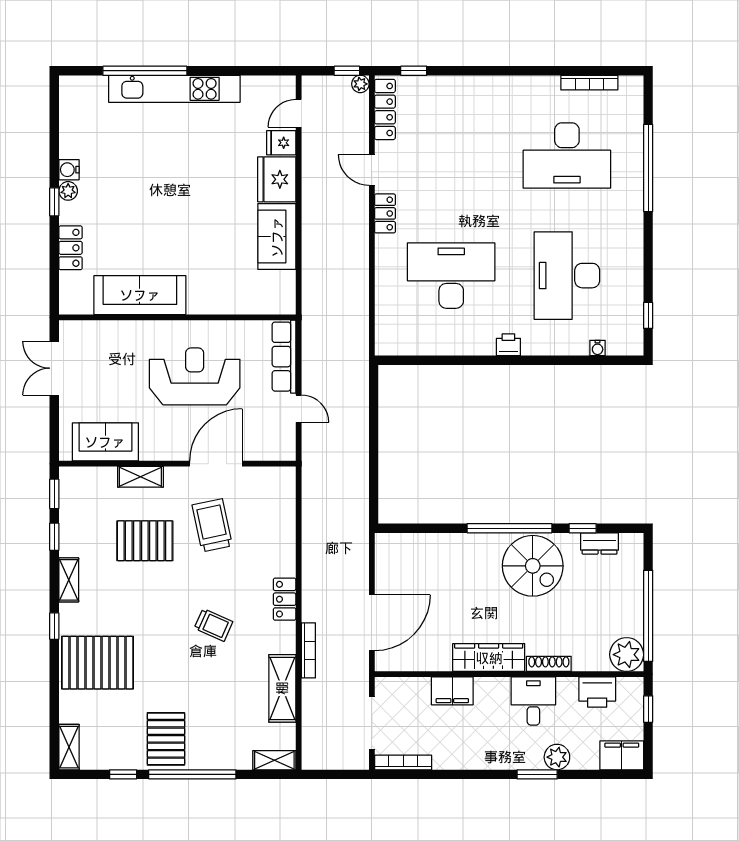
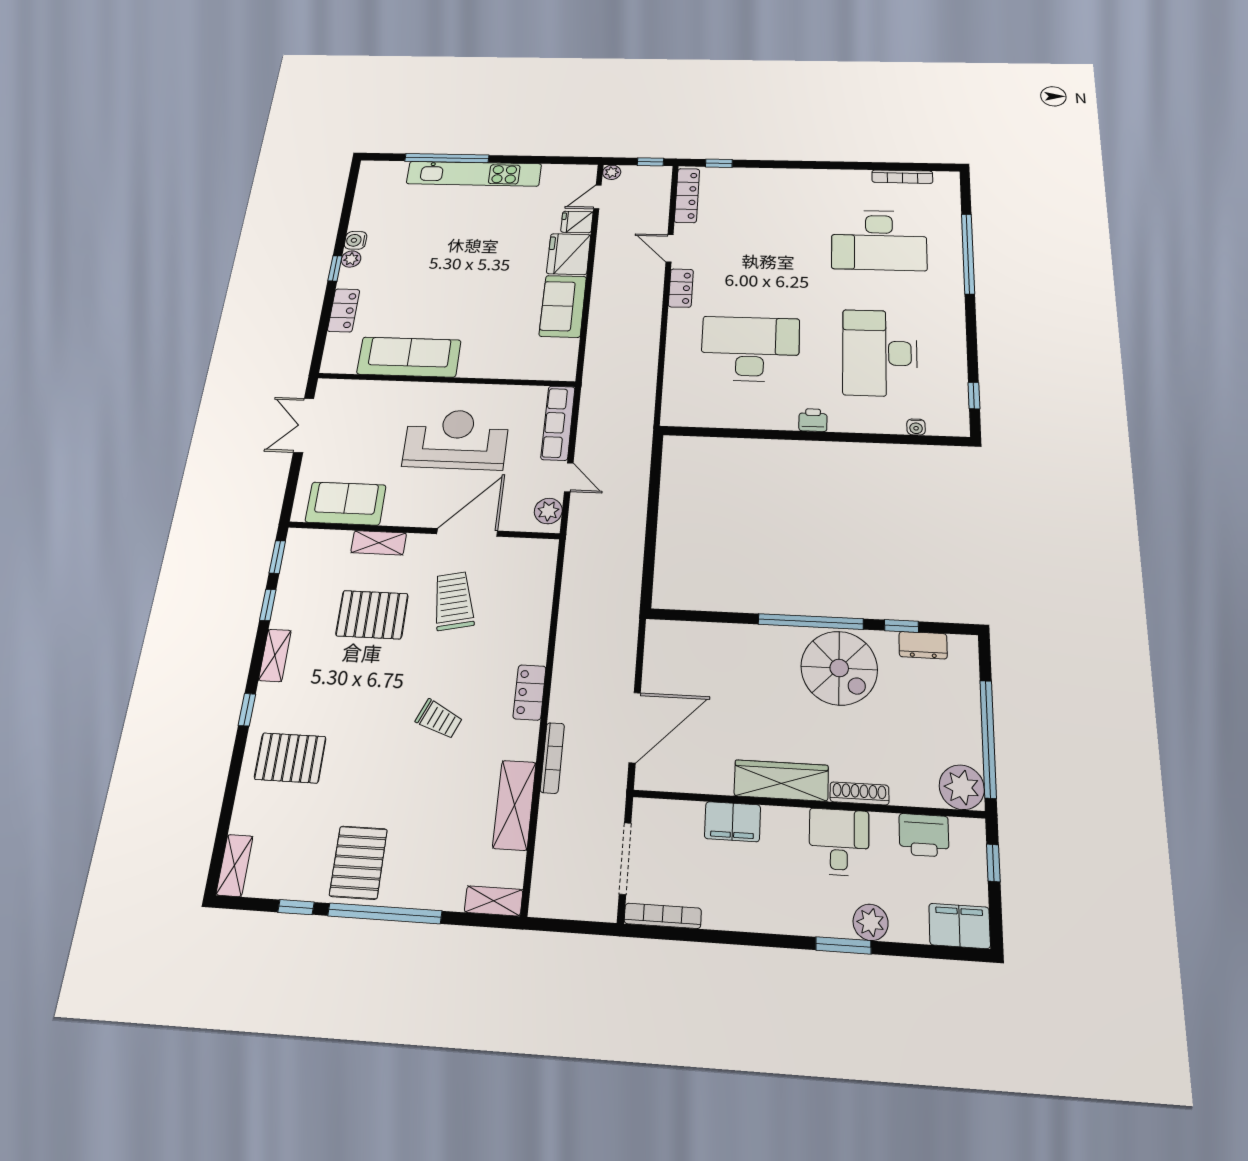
plant: (360, 84) -> (612, 172), moved
plant: (284, 441) -> (548, 511), added
pallet: (97, 663) -> (290, 758), width x0.73, depth x0.71

